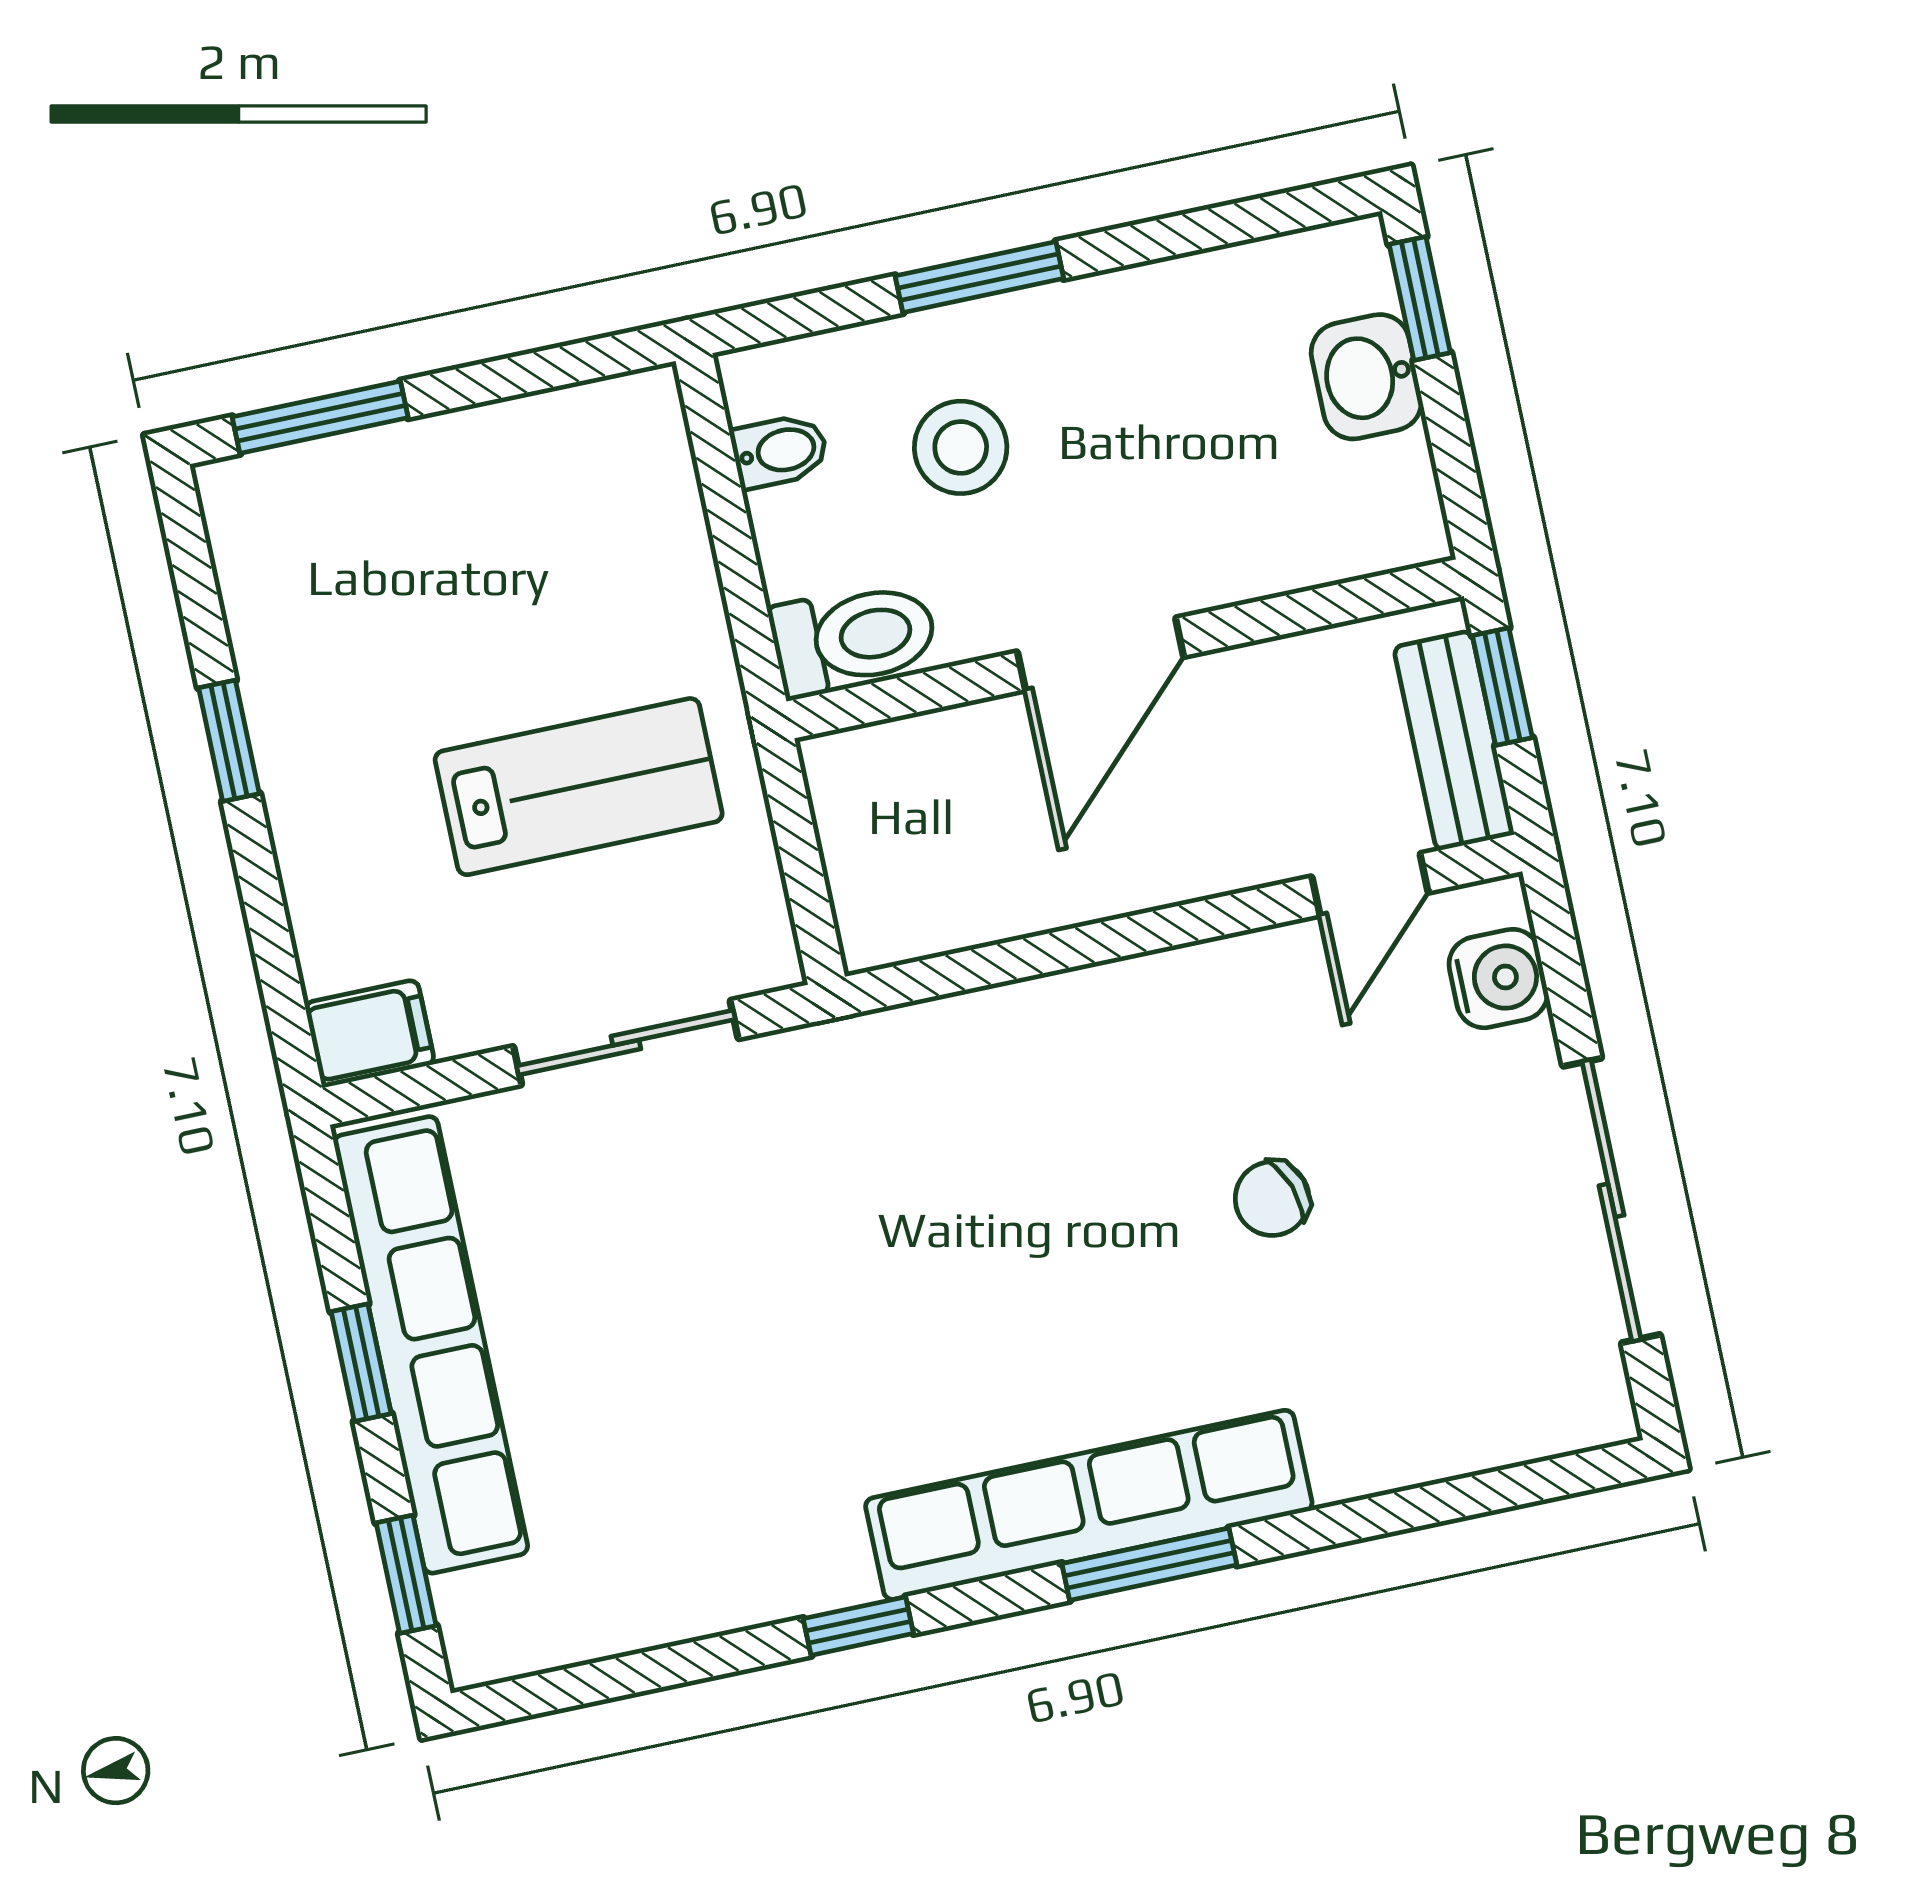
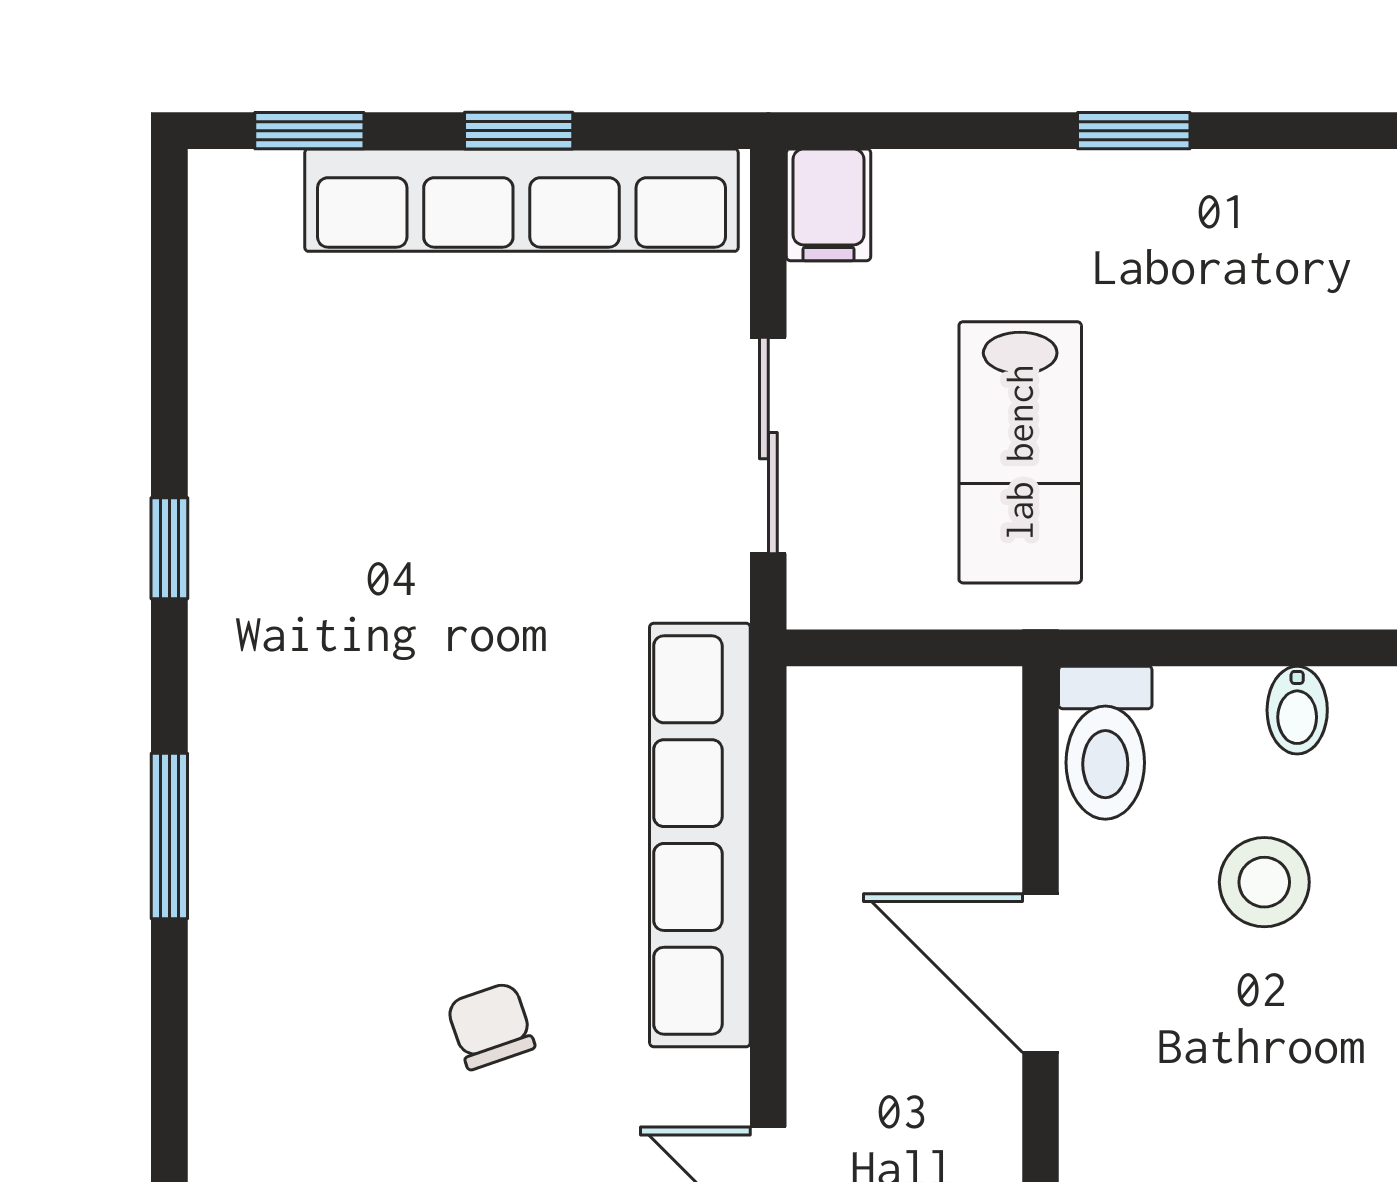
row of seats: (1089, 1505) -> (700, 835), moved, turned 180

